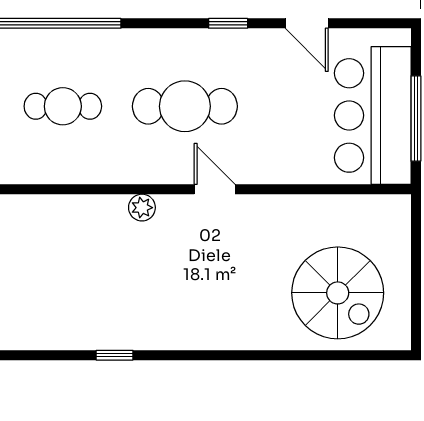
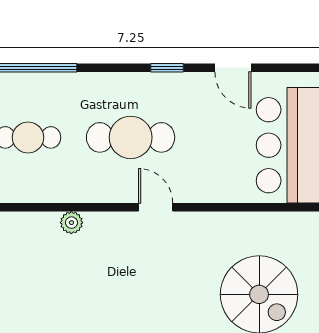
plant: (142, 208) -> (71, 223), moved

